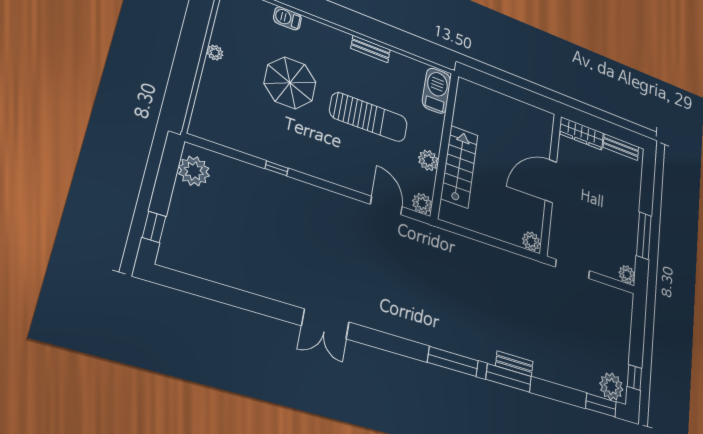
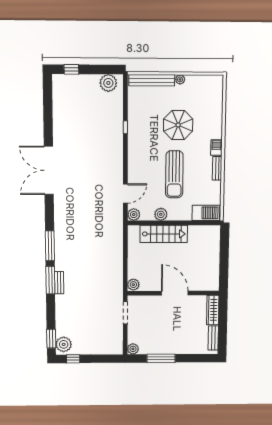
barbecue: (287, 18) -> (216, 148), moved
bench: (206, 98) -> (152, 80), added
double door: (325, 324) -> (49, 170), width x1.87

